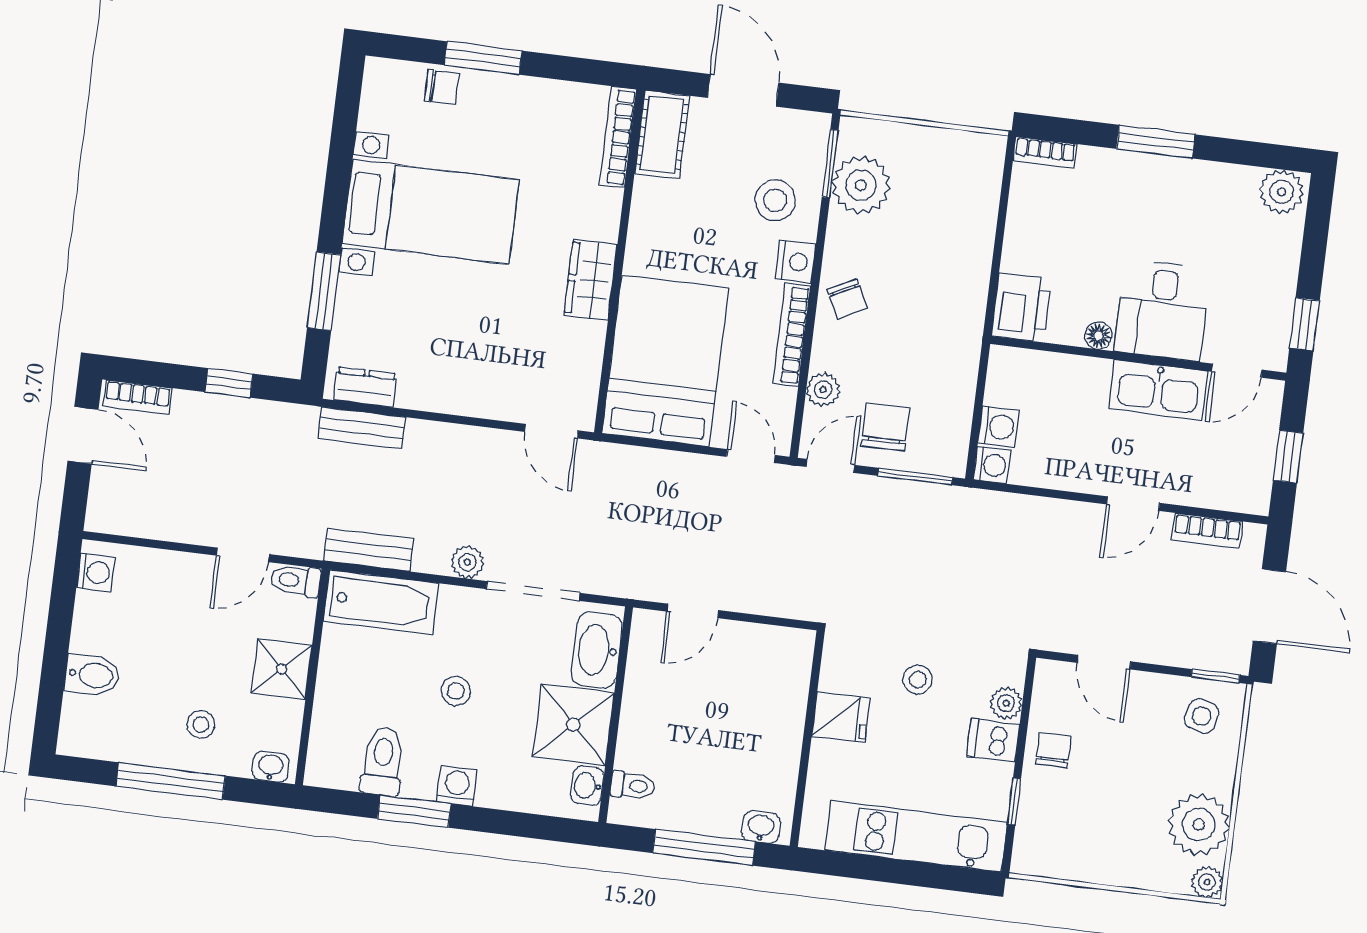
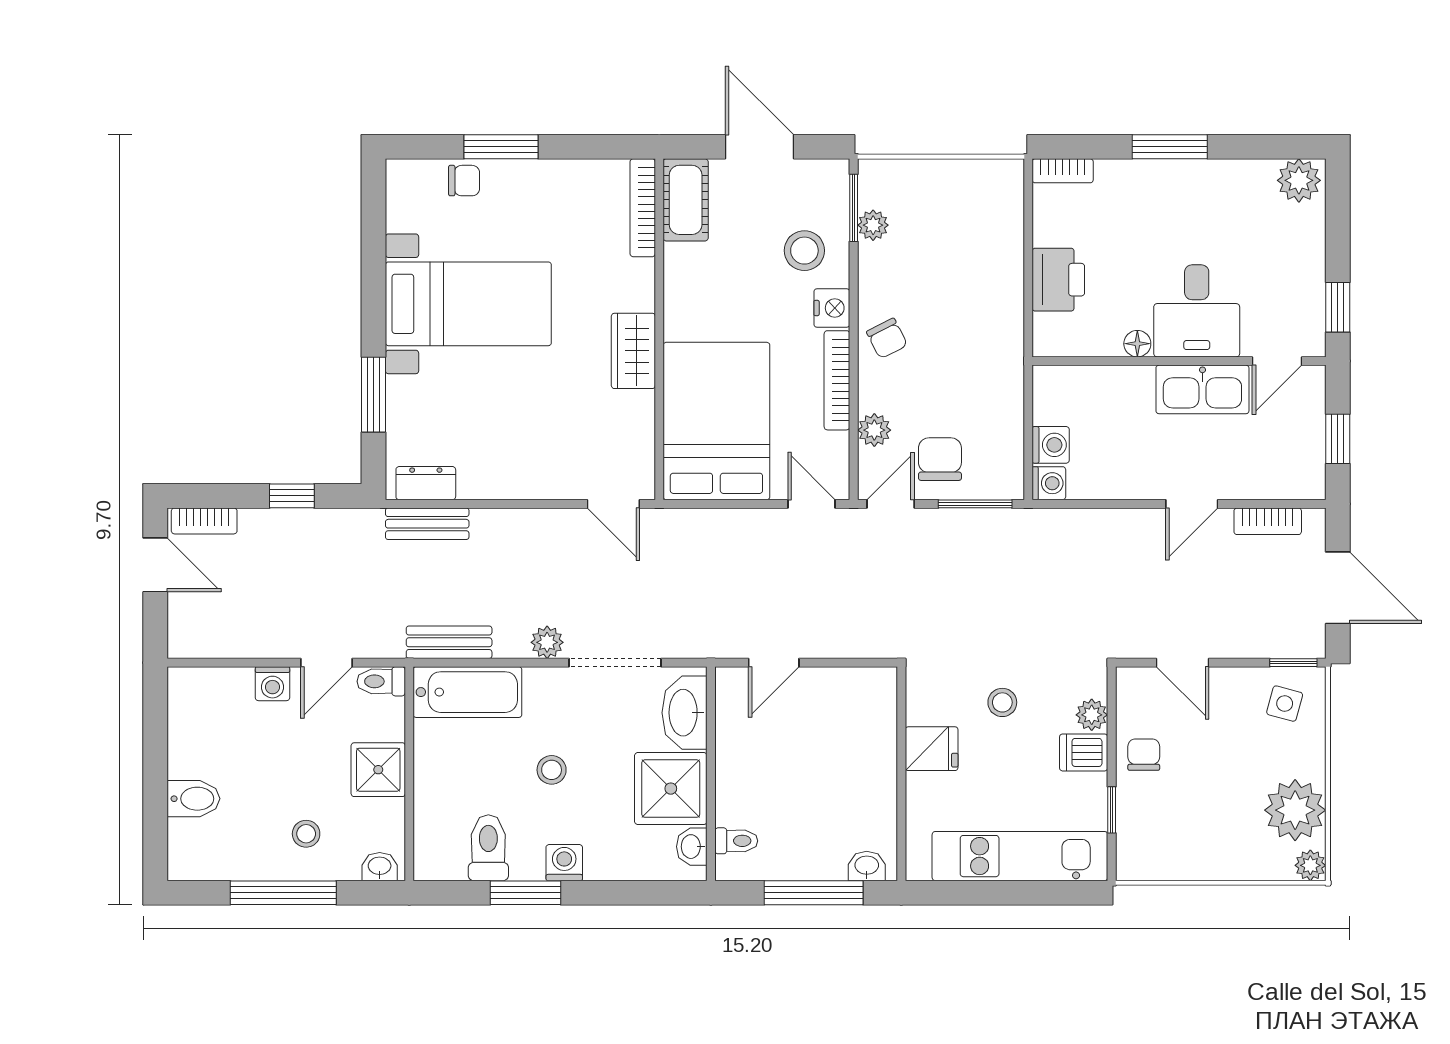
plant: (861, 185) -> (873, 225), width x0.53, depth x0.53
printer: (1021, 307) -> (1058, 280), moved
washing machine: (96, 573) -> (272, 684), moved, turned 90

